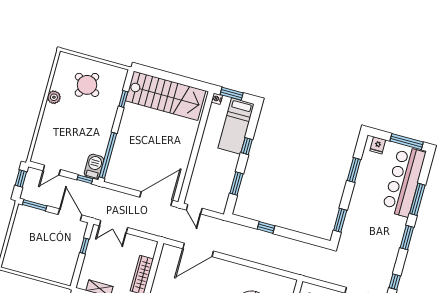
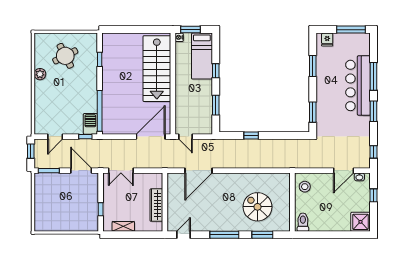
round table: (87, 85) -> (65, 56), turned 33
stairs: (166, 96) -> (157, 69), moved, turned 90
bar counter: (404, 181) -> (358, 85), moved
window: (84, 246) -> (101, 209), moved

